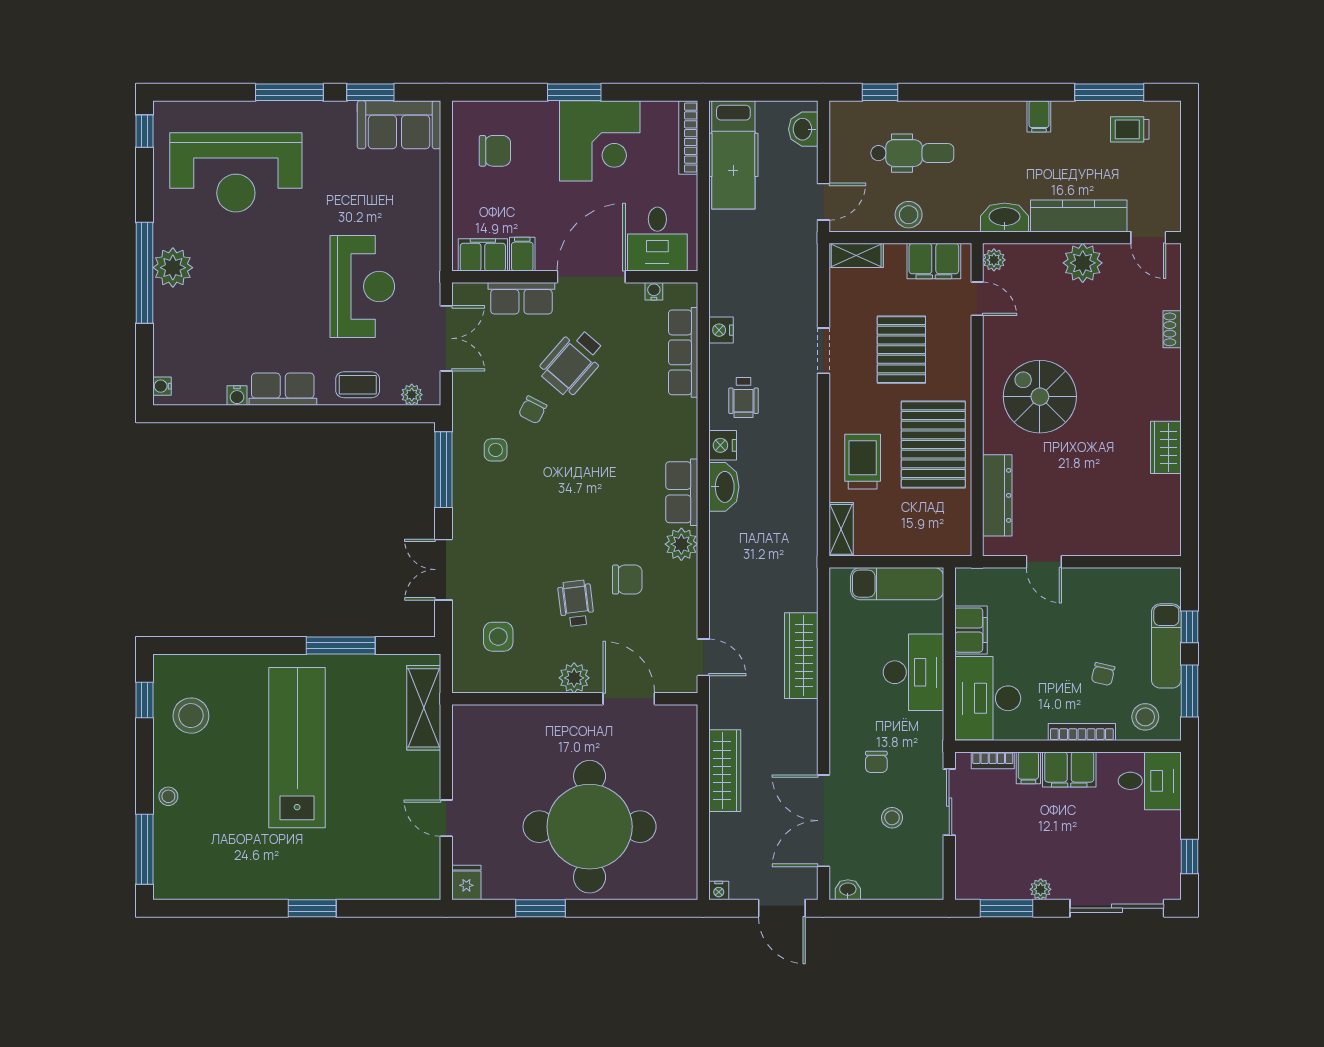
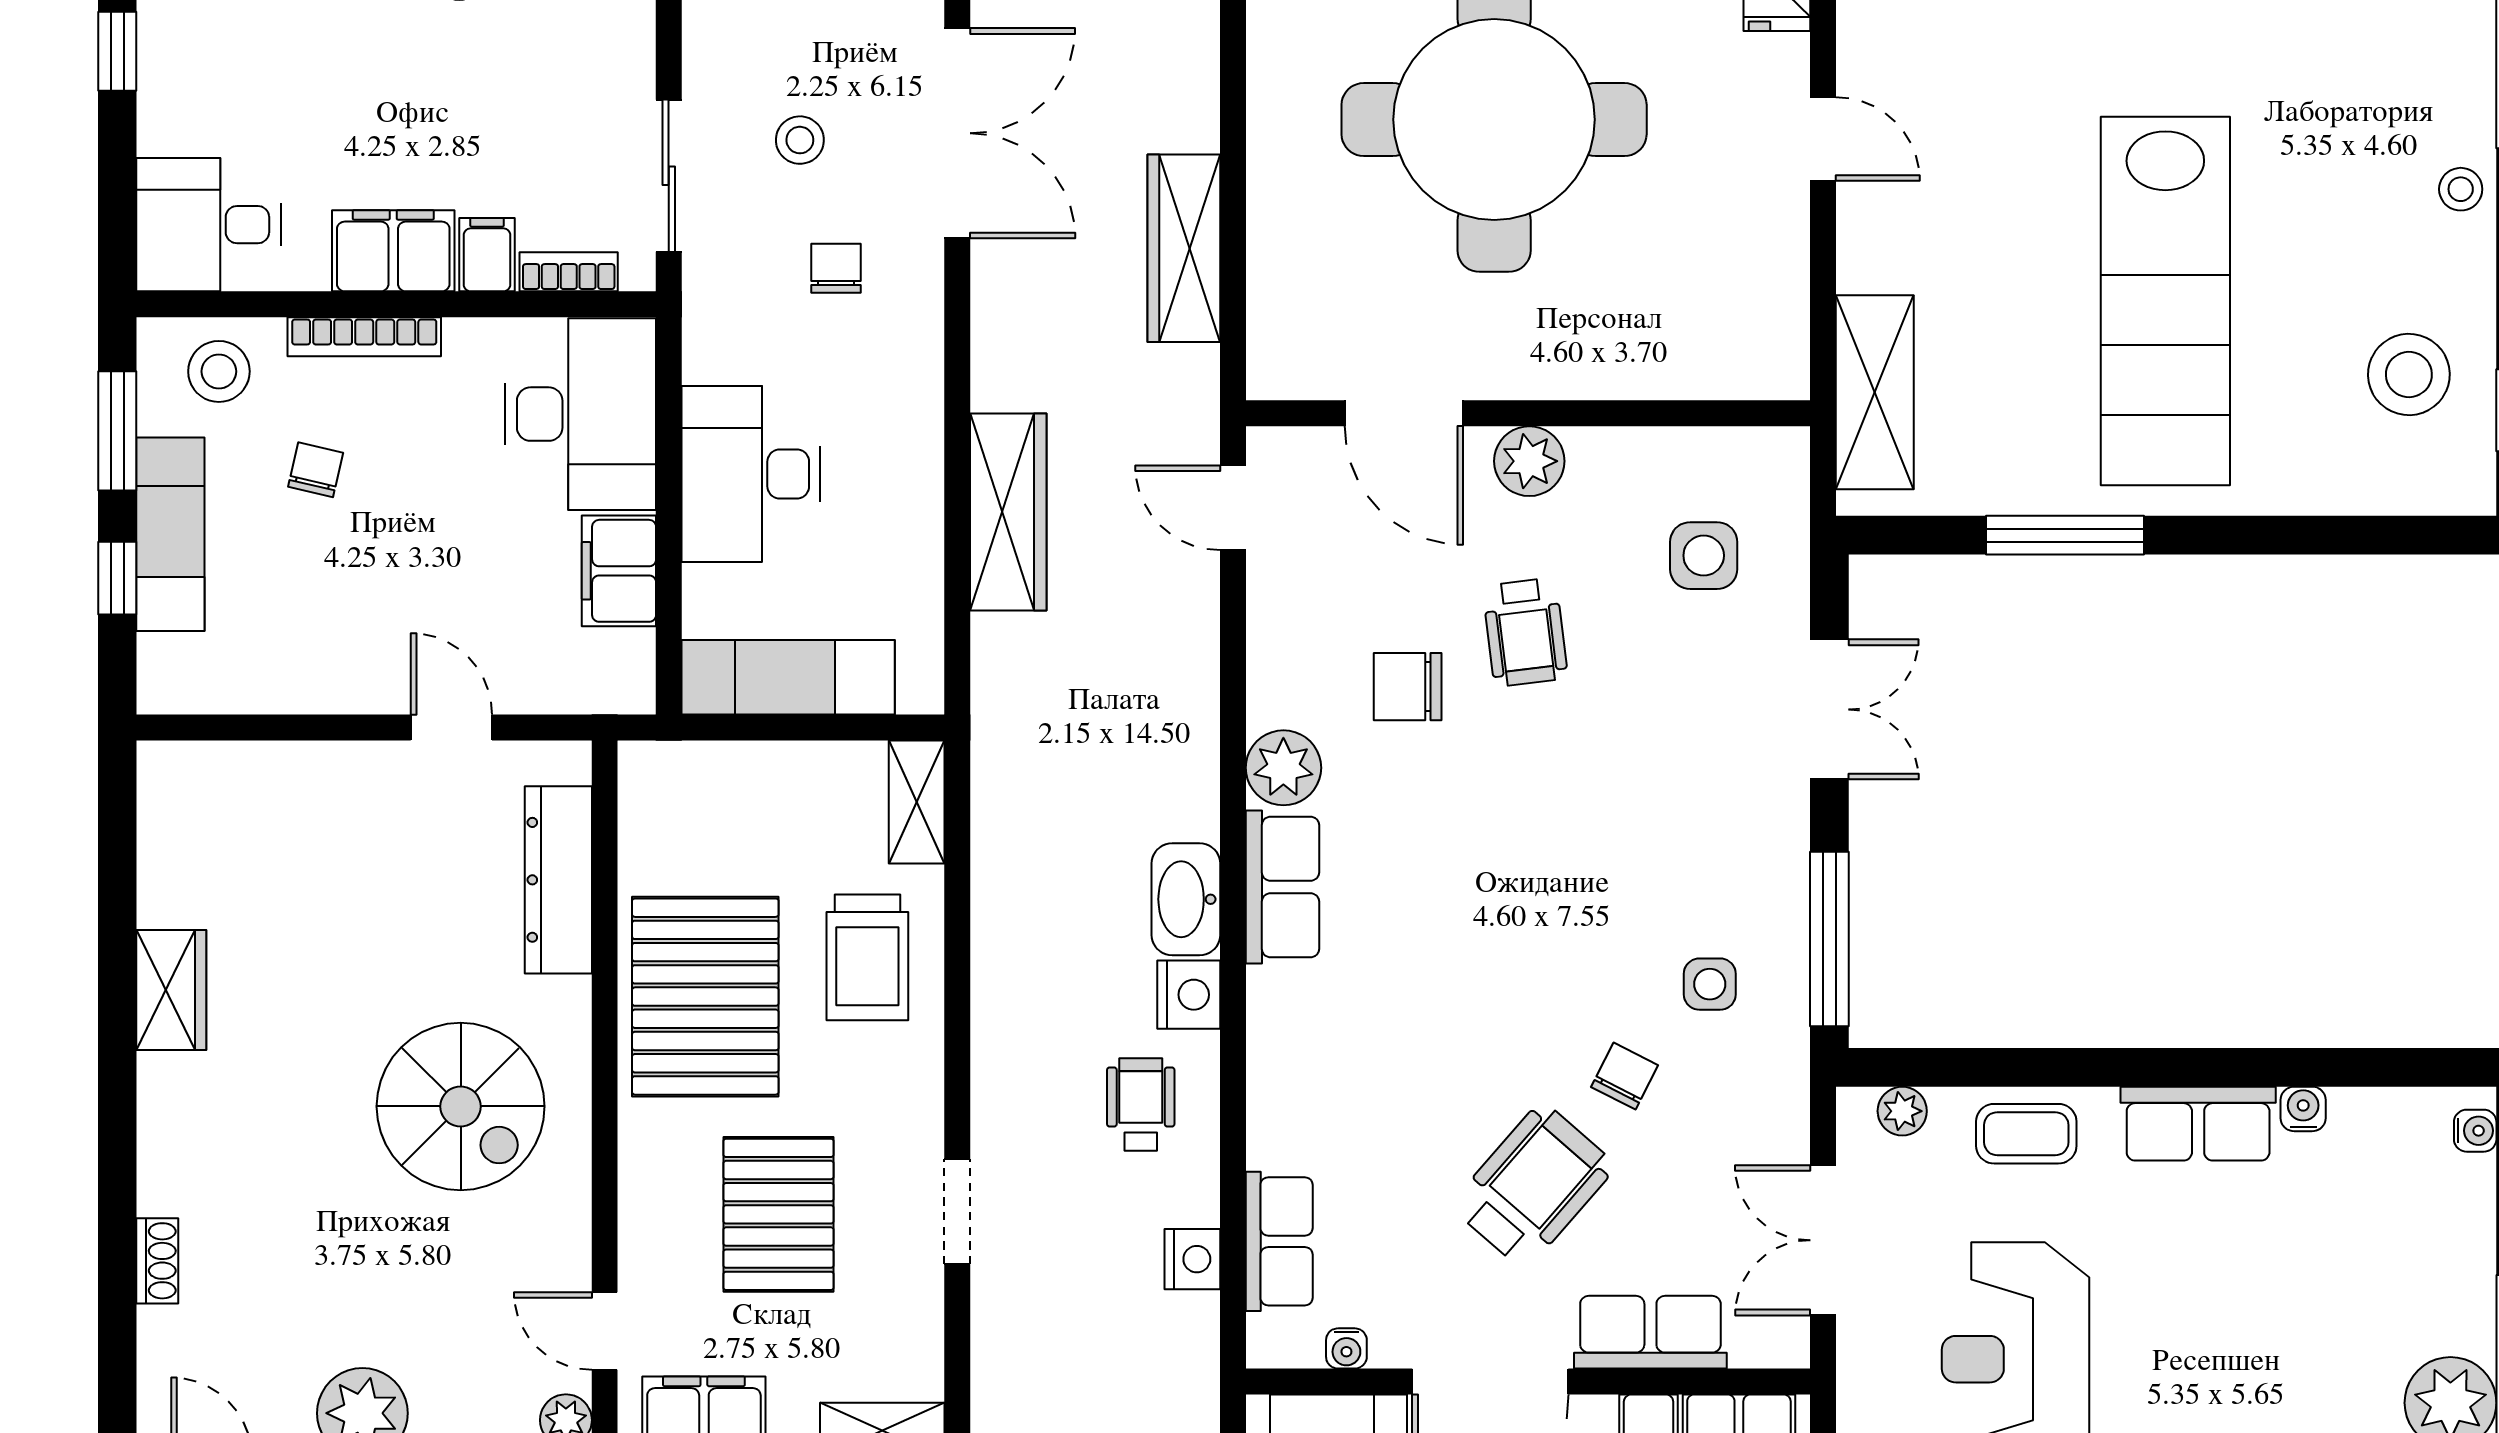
row of seats: (683, 352) -> (1279, 1241), width x0.68

